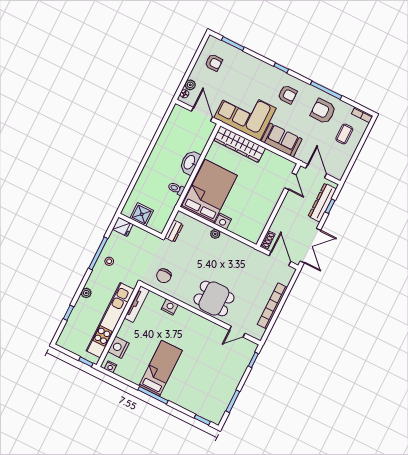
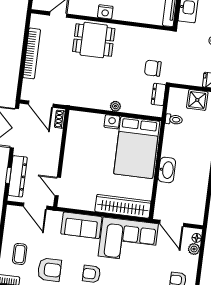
toilet: (176, 189) -> (174, 119), moved
chair: (164, 276) -> (153, 68), moved, turned -90
nightstand: (170, 307) -> (105, 12), moved

